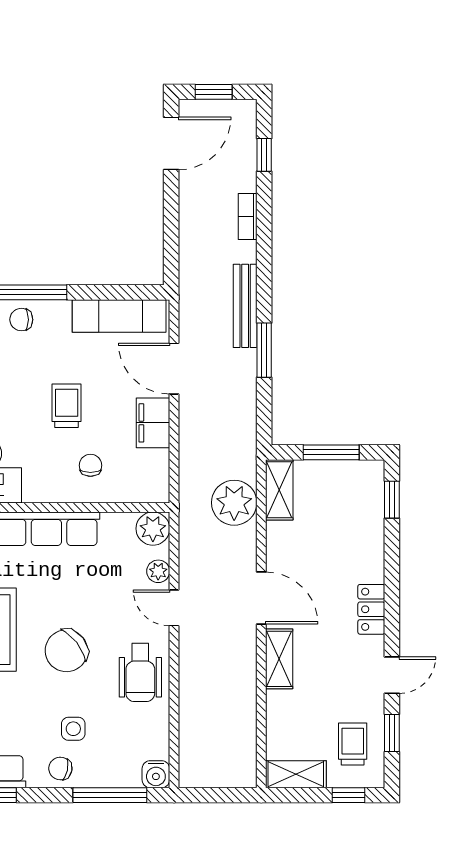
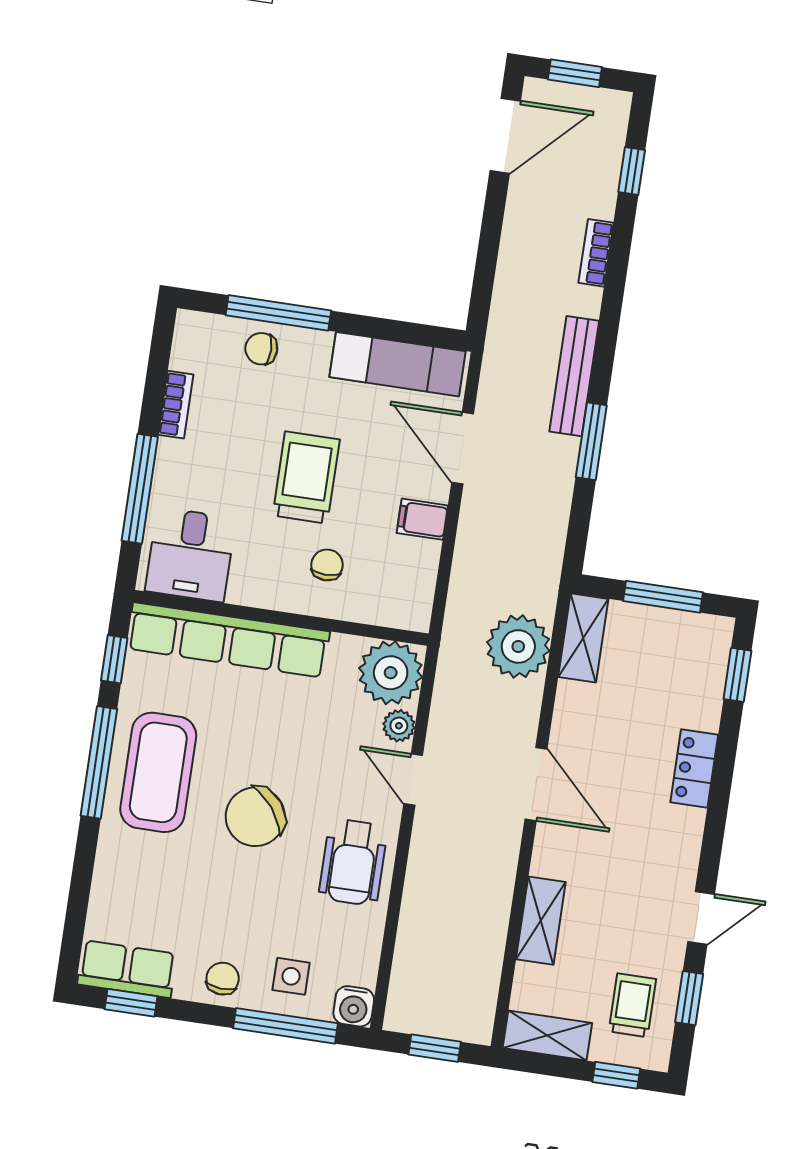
trolley: (67, 406) -> (306, 477), width x1.36, depth x1.39
filing cabinet: (153, 423) -> (422, 519), width x0.50
plant: (153, 529) -> (391, 673), width x1.36, depth x1.36
locker: (371, 609) -> (694, 768), moved
shelving: (279, 659) -> (541, 921), moved
side table: (73, 729) -> (291, 976), moved
chair: (60, 769) -> (223, 979), turned 82
window: (217, 795) -> (435, 1048), added

